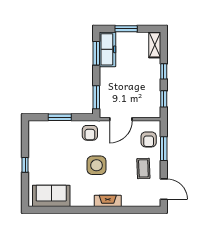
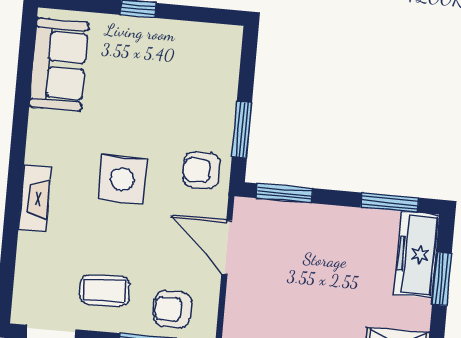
freezer: (108, 49) -> (417, 255), moved, turned 90
window: (60, 117) -> (242, 130), moved

